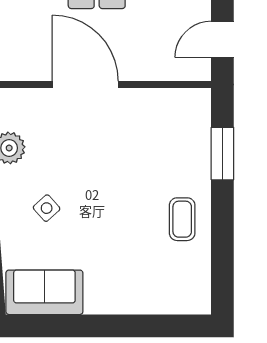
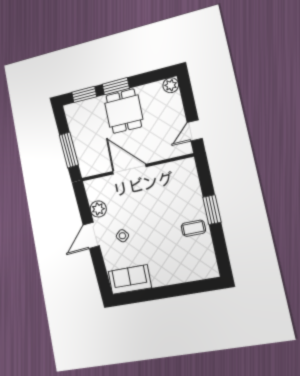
window: (222, 154) -> (212, 210), moved
coffee table: (182, 219) -> (193, 228), turned 90

